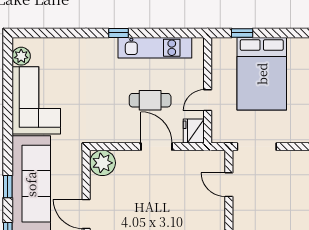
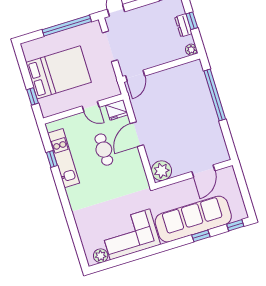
window: (119, 33) -> (52, 159), moved
doorway: (257, 147) -> (110, 46), moved
door: (229, 185) -> (135, 76), moved

